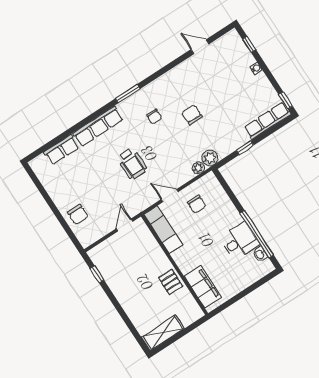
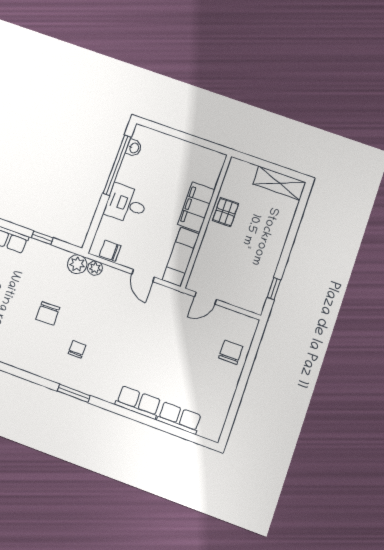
row of seats: (98, 126) -> (138, 402), width x0.68
wheelchair: (132, 164) -> (140, 336), removed
chair: (197, 204) -> (110, 251), moved, turned -90
desk: (239, 241) -> (126, 204), moved
filing cabinet: (203, 287) -> (196, 207), moved

